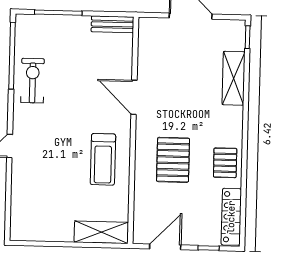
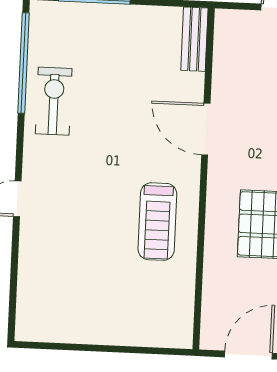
bench: (113, 24) -> (194, 39), moved, turned 90
shelving: (101, 232) -> (153, 331), removed

